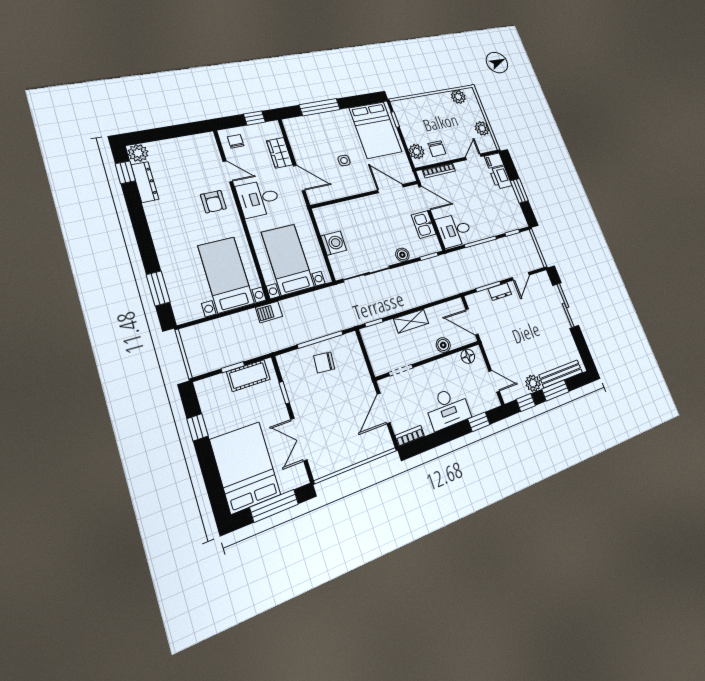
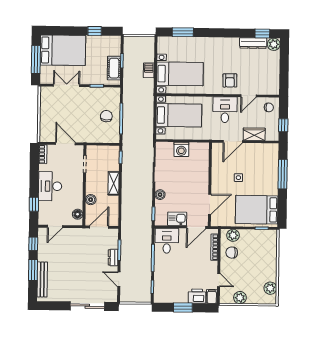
armchair: (213, 202) -> (230, 80), turned -91
barbecue: (269, 312) -> (149, 70), moved
plant: (533, 383) -> (44, 255), removed

